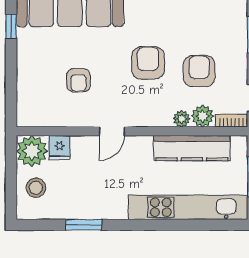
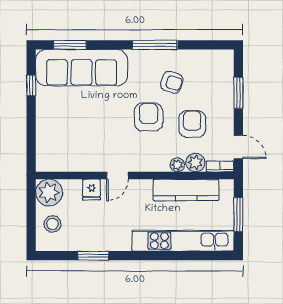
armchair: (78, 80) -> (172, 82), moved, turned -72
fridge: (59, 148) -> (91, 190), moved

